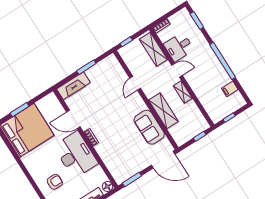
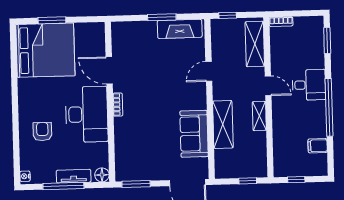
desk: (179, 47) -> (309, 85), moved, turned 180
fireplace: (73, 86) -> (180, 29), moved
armchair: (55, 182) -> (42, 132), turned -90

